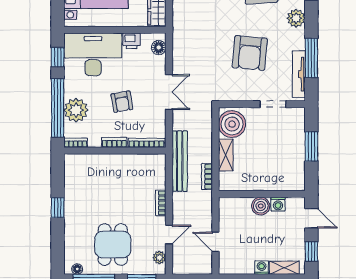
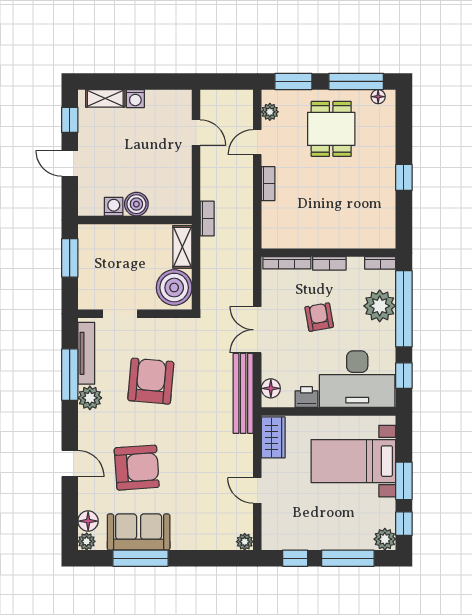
plant: (296, 18) -> (90, 398), moved
bench: (180, 161) -> (243, 393), moved
wall: (262, 194) -> (135, 220), moved
washing machine: (278, 204) -> (114, 207), moved
boiler: (261, 206) -> (136, 204), moved

